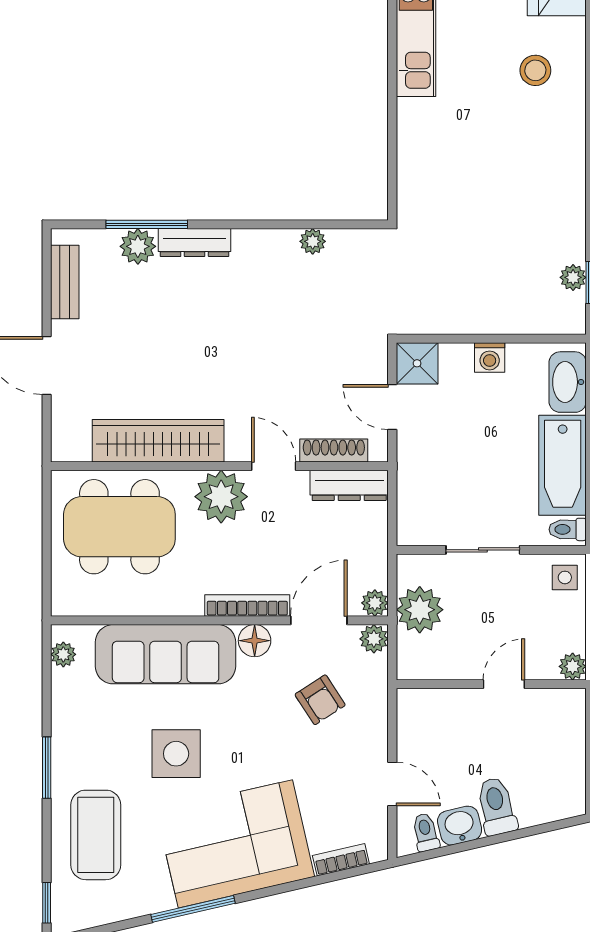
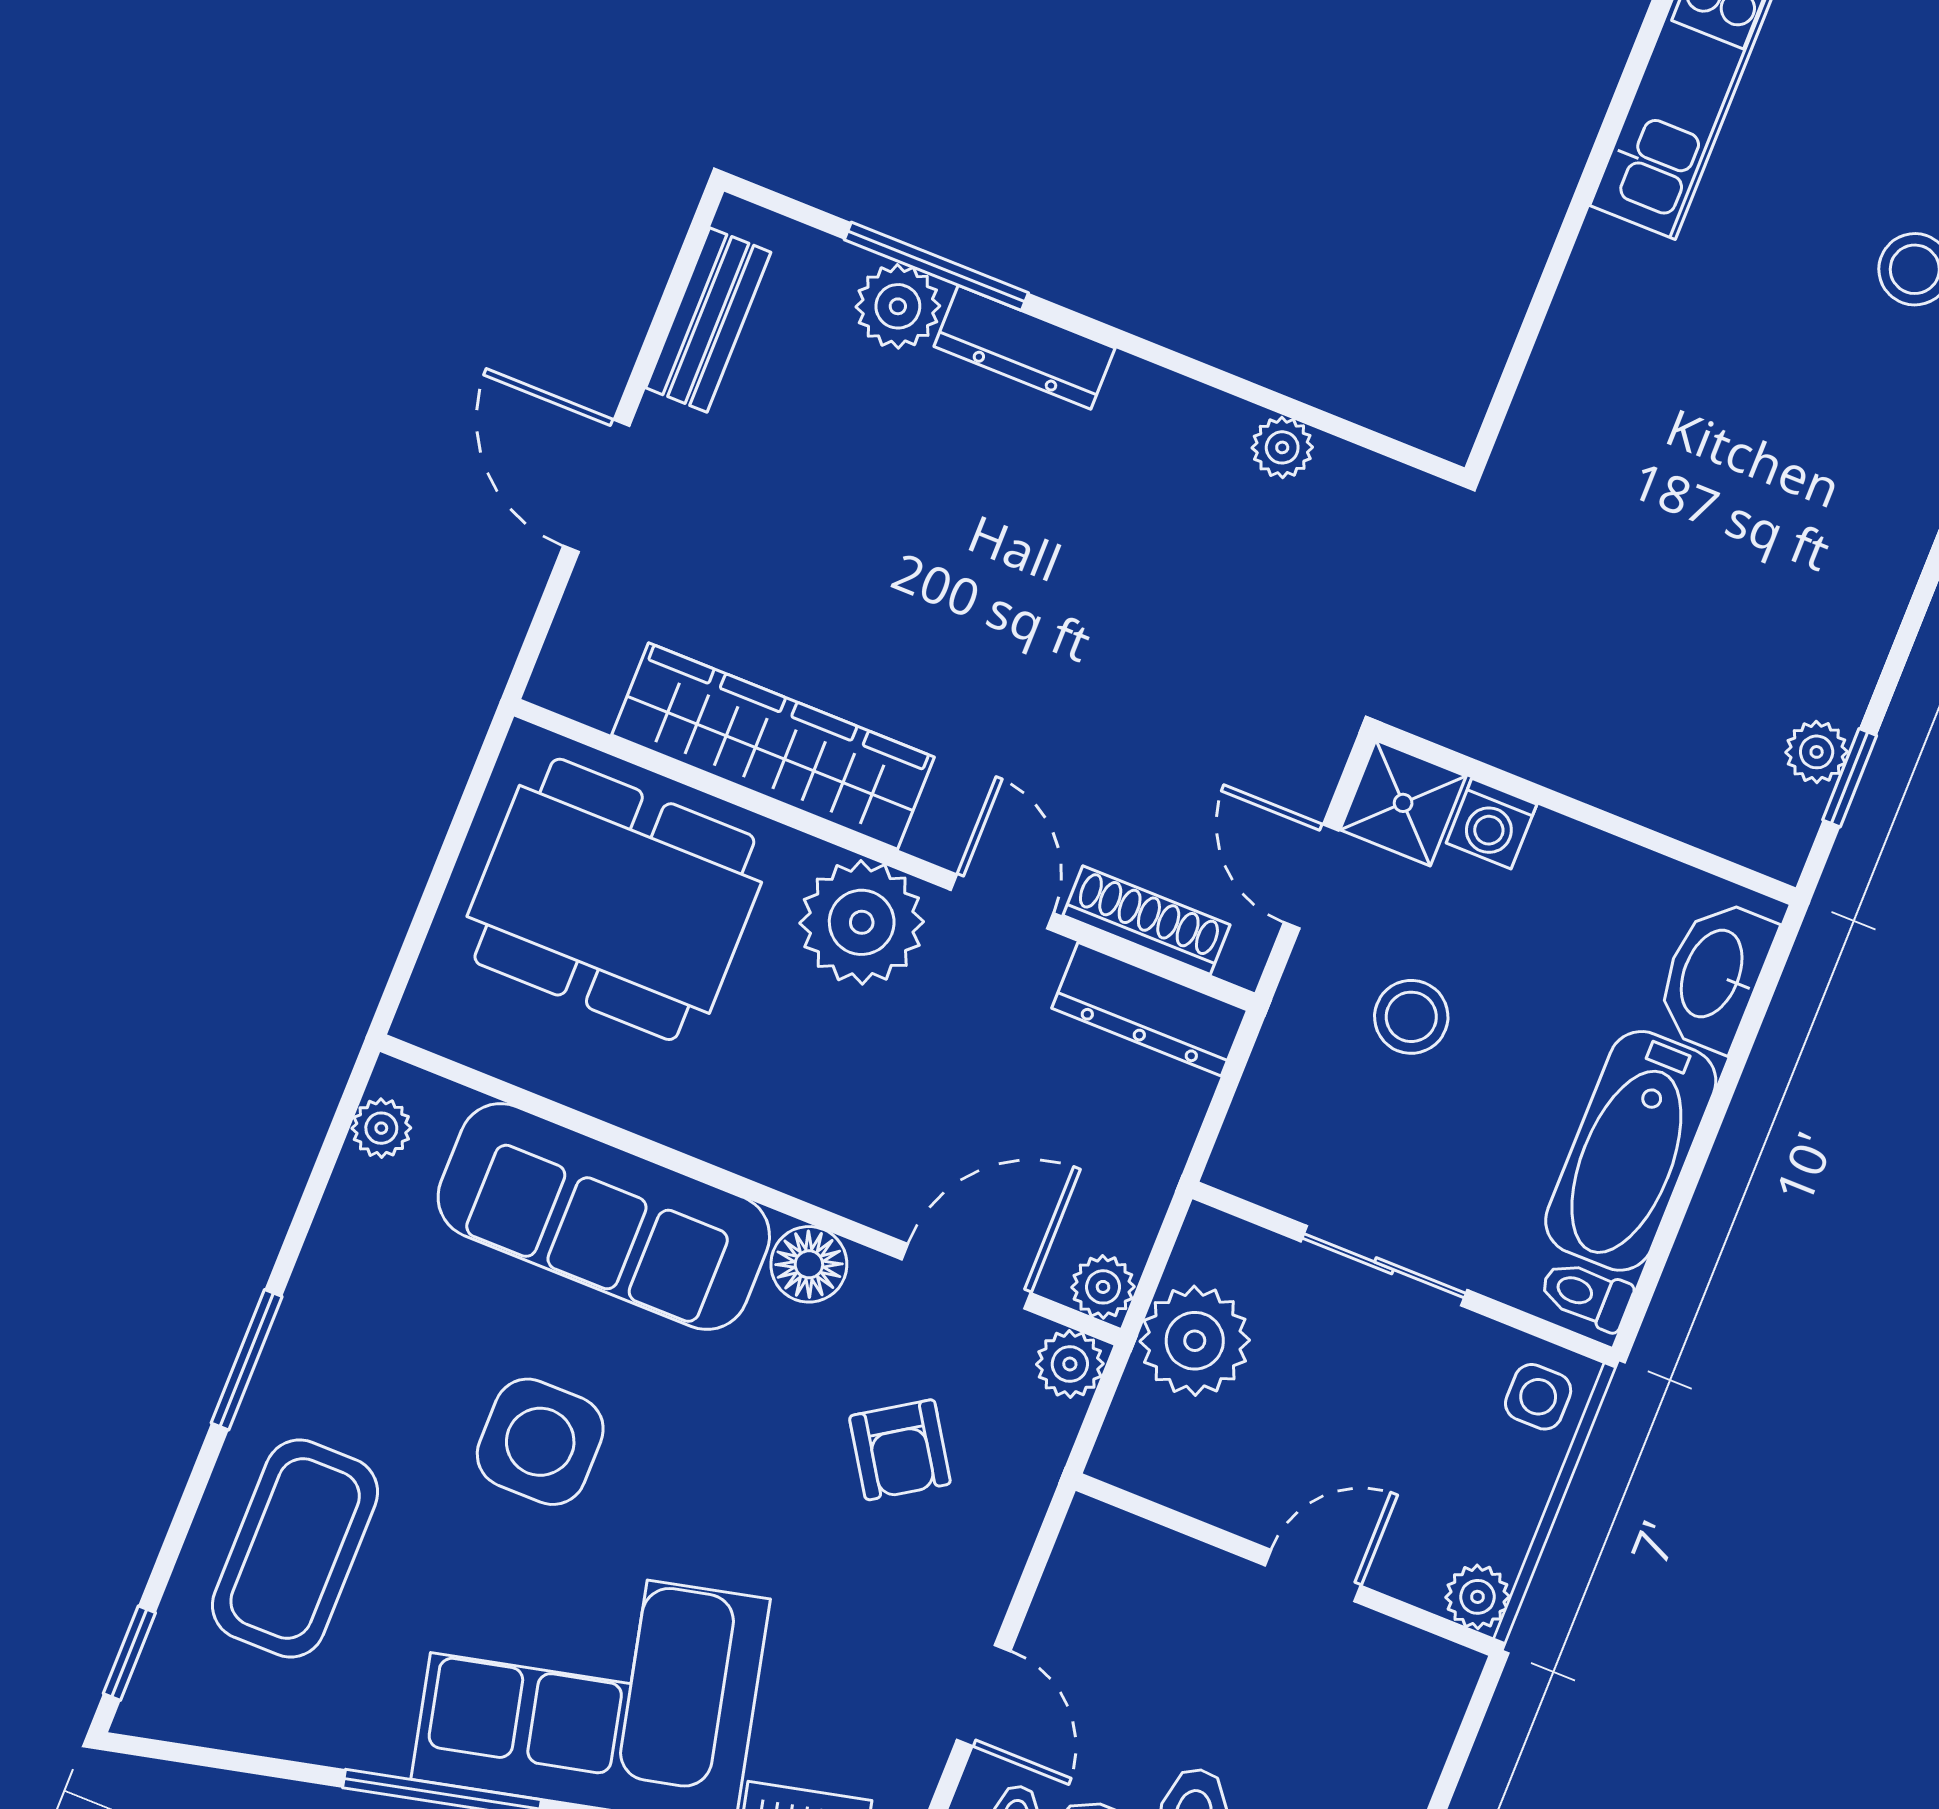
washing machine: (490, 357) -> (1491, 824), moved
stool: (454, 447) -> (1411, 1017), added
bookcase: (247, 606) -> (824, 1182), removed

